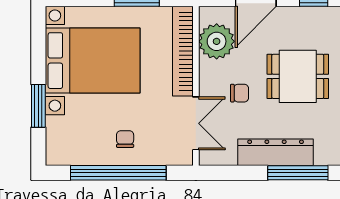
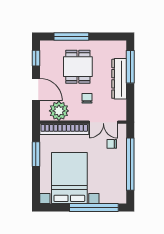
window: (38, 106) -> (94, 208), width x2.11
double door: (196, 123) -> (103, 122), swing flipped
chair: (125, 139) -> (112, 144), moved

